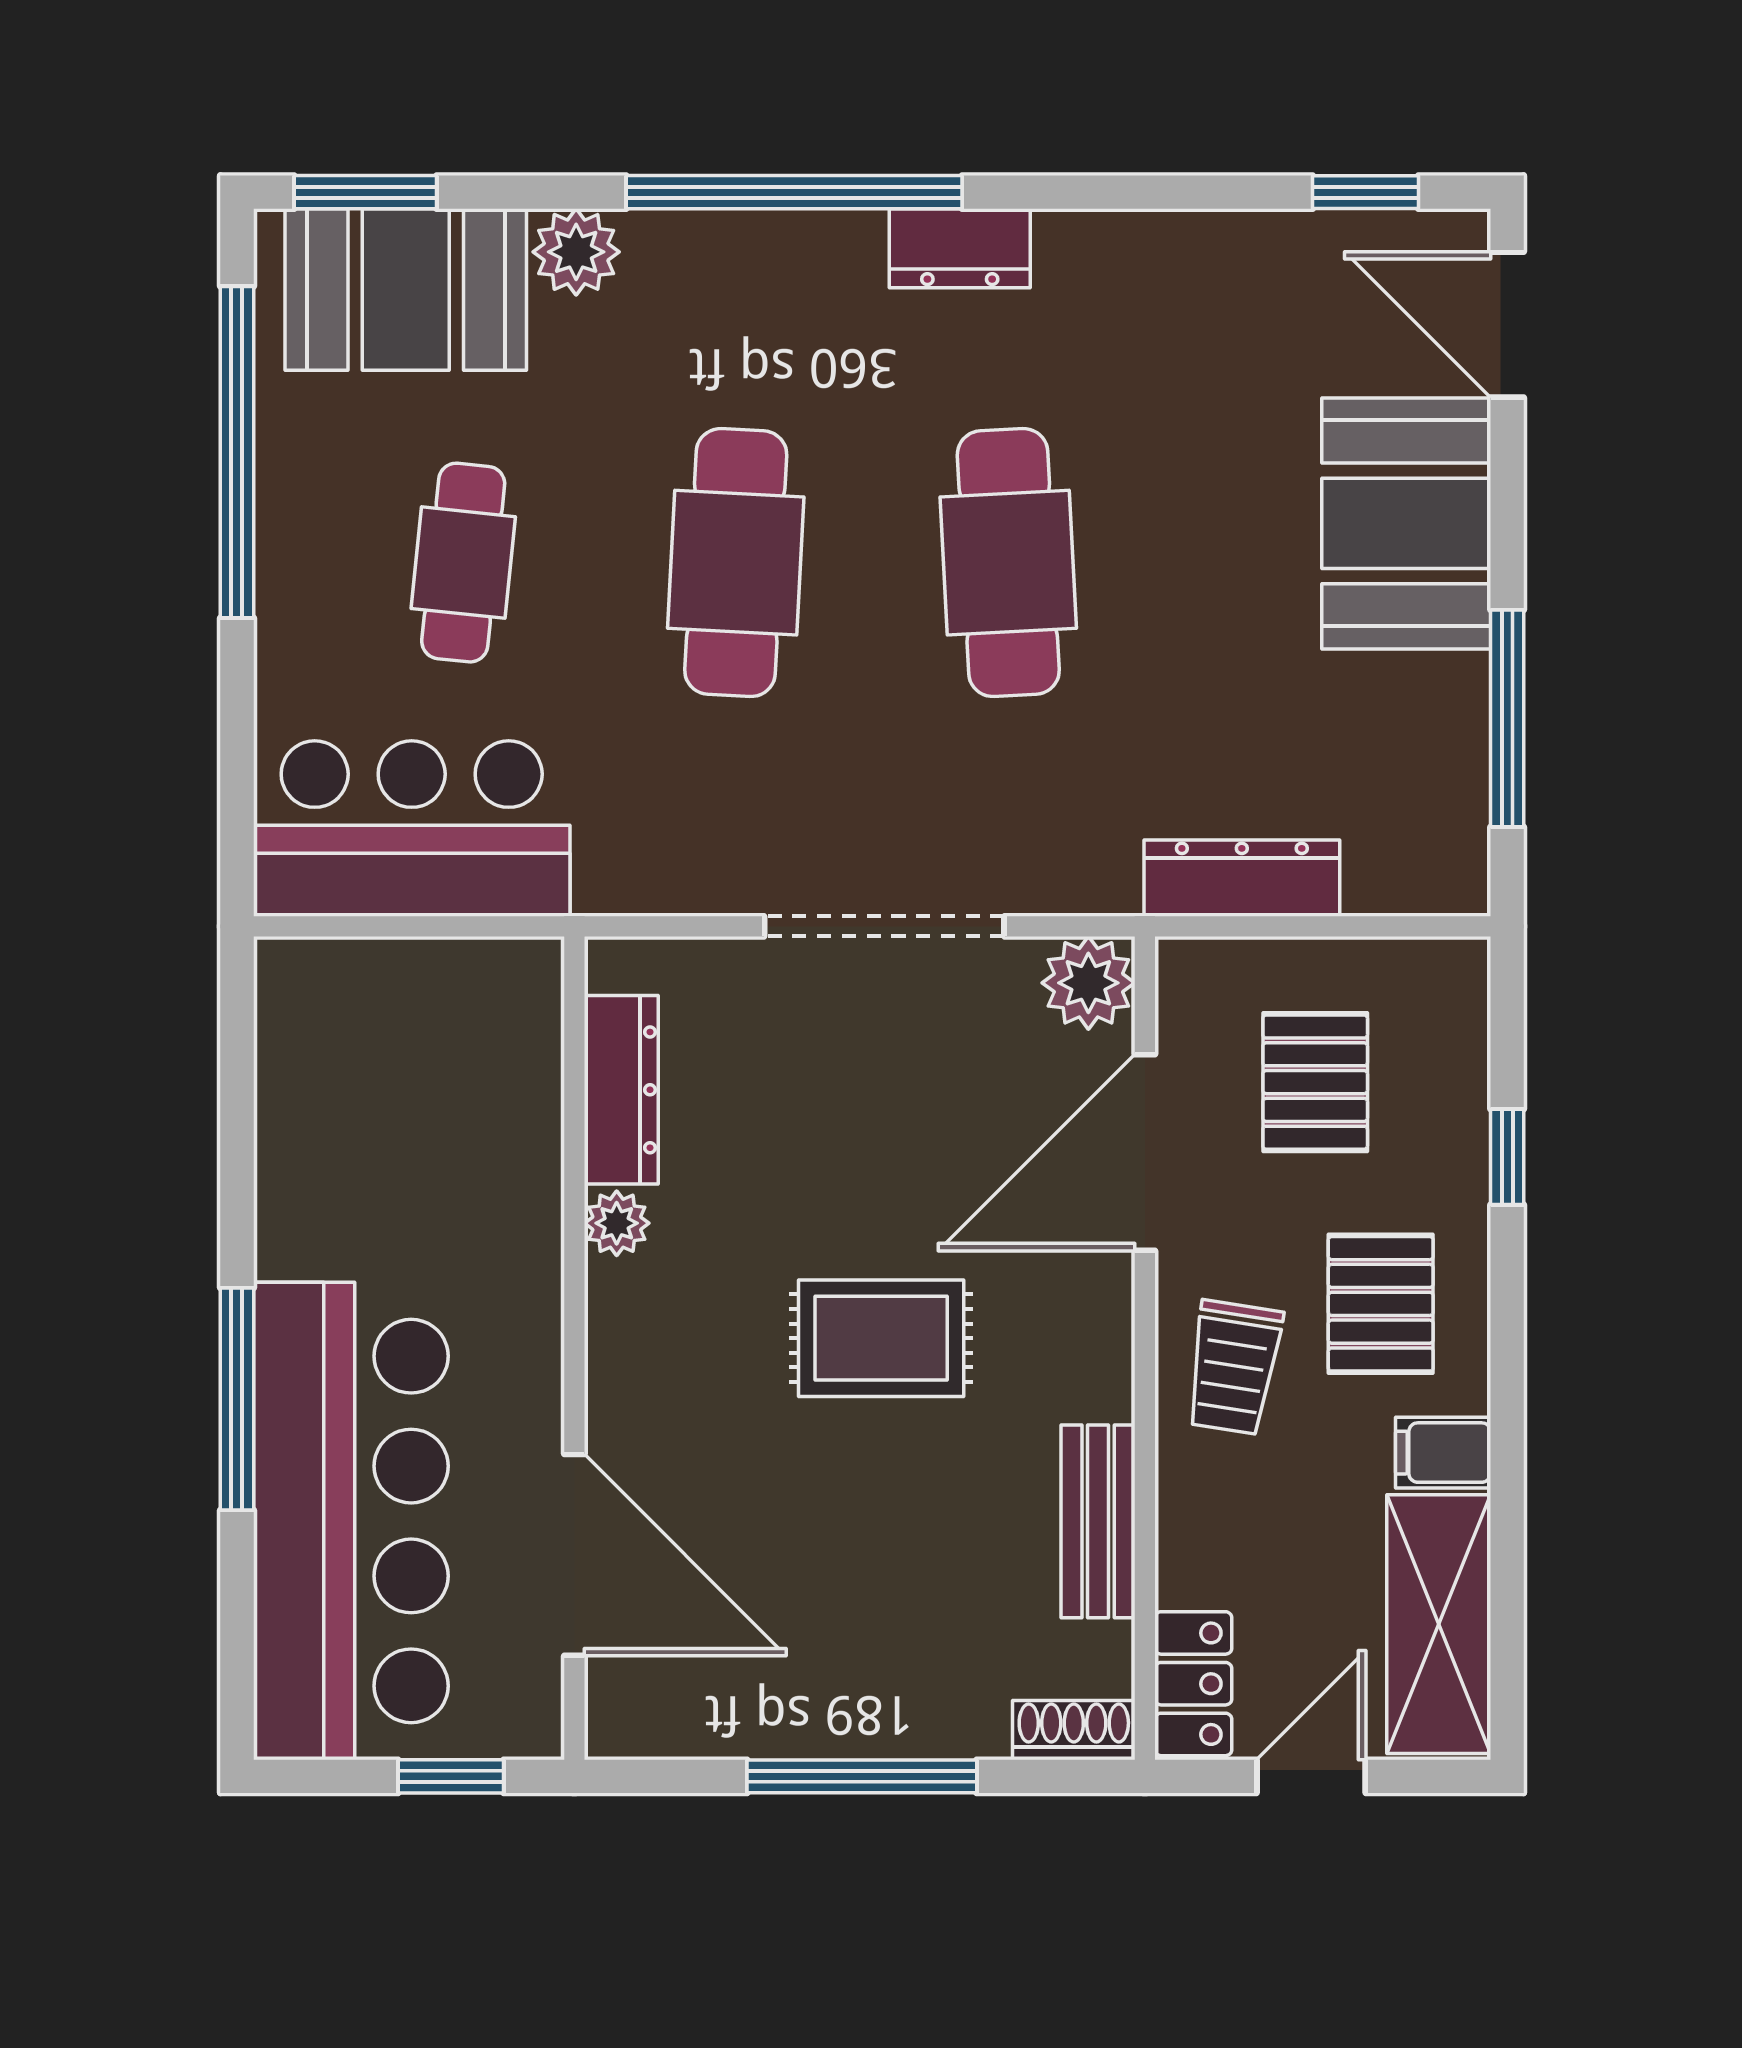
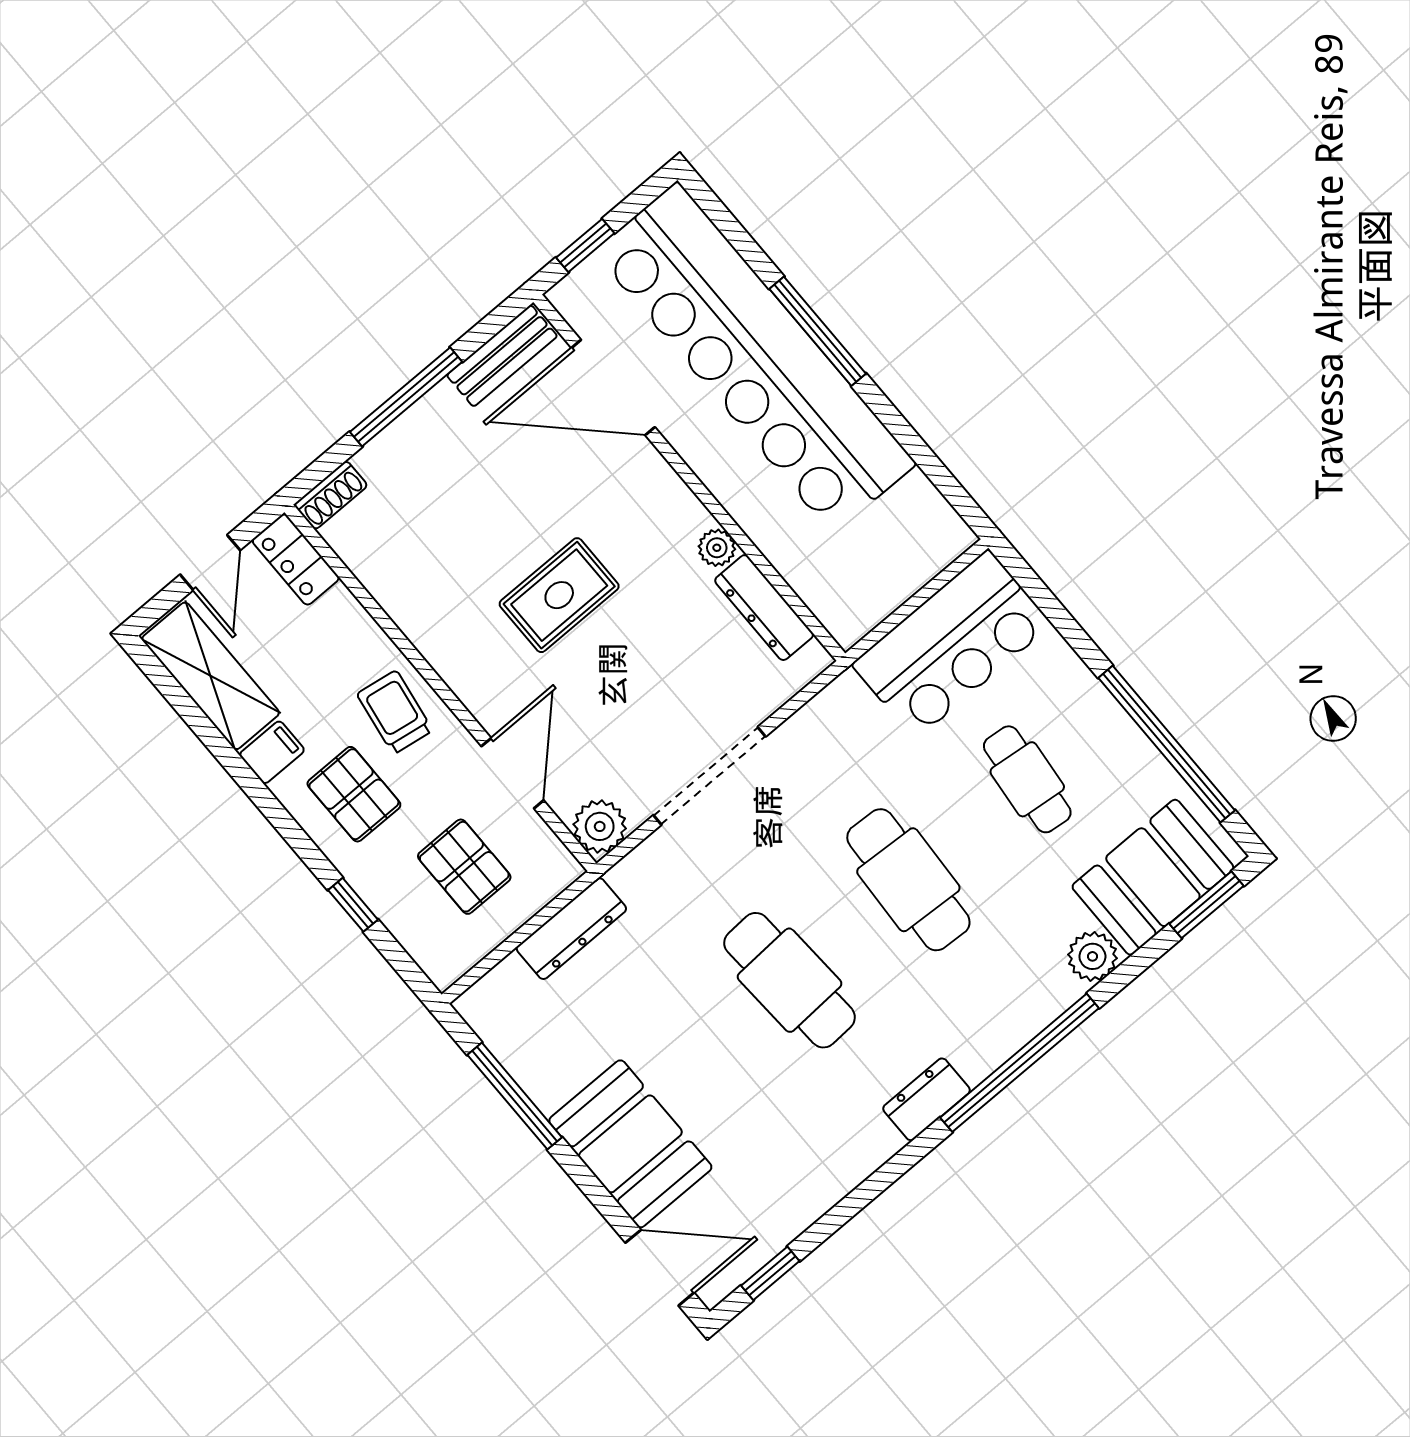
door: (1145, 1153) -> (513, 773), width x0.73
bar counter: (351, 1521) -> (755, 358), width x1.36
bench: (1098, 1521) -> (502, 356), moved, turned 90

